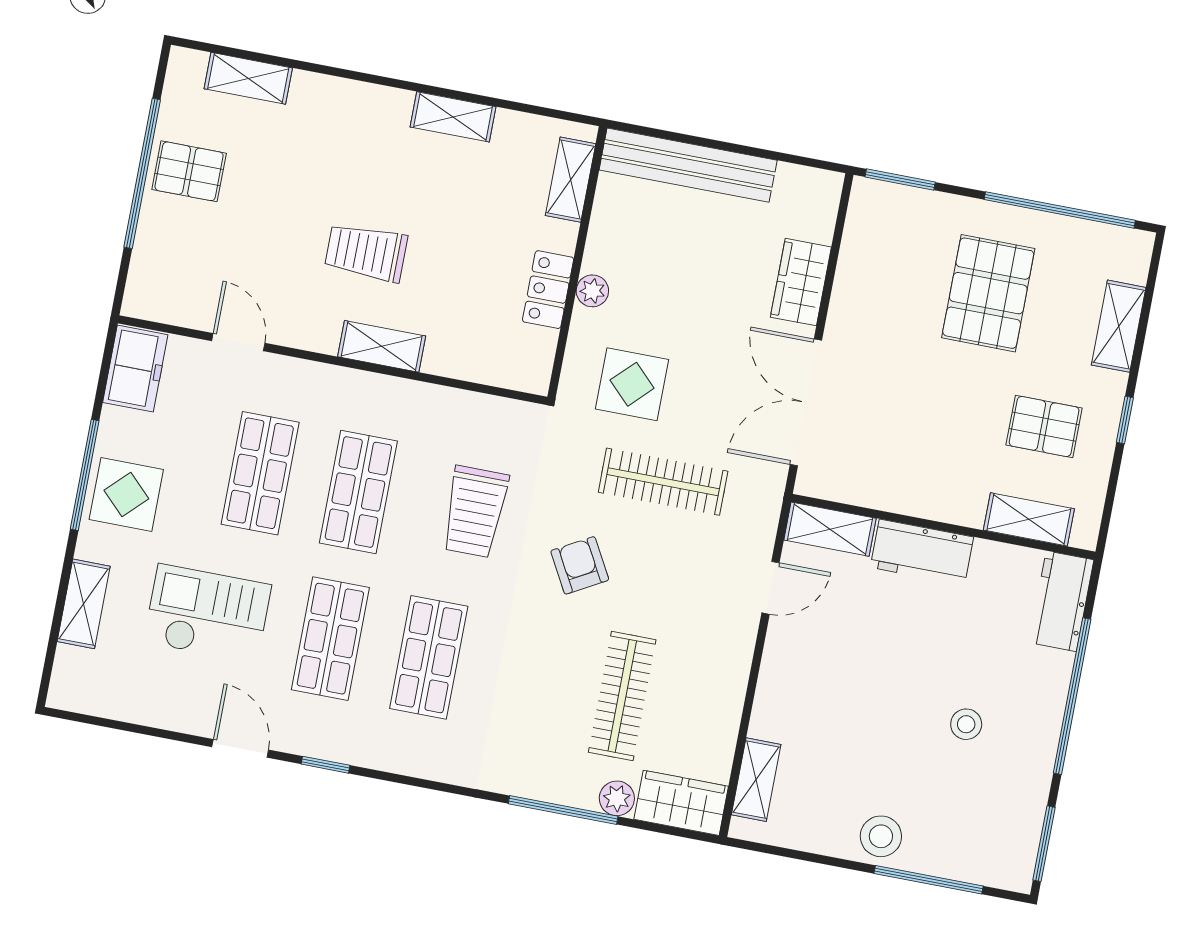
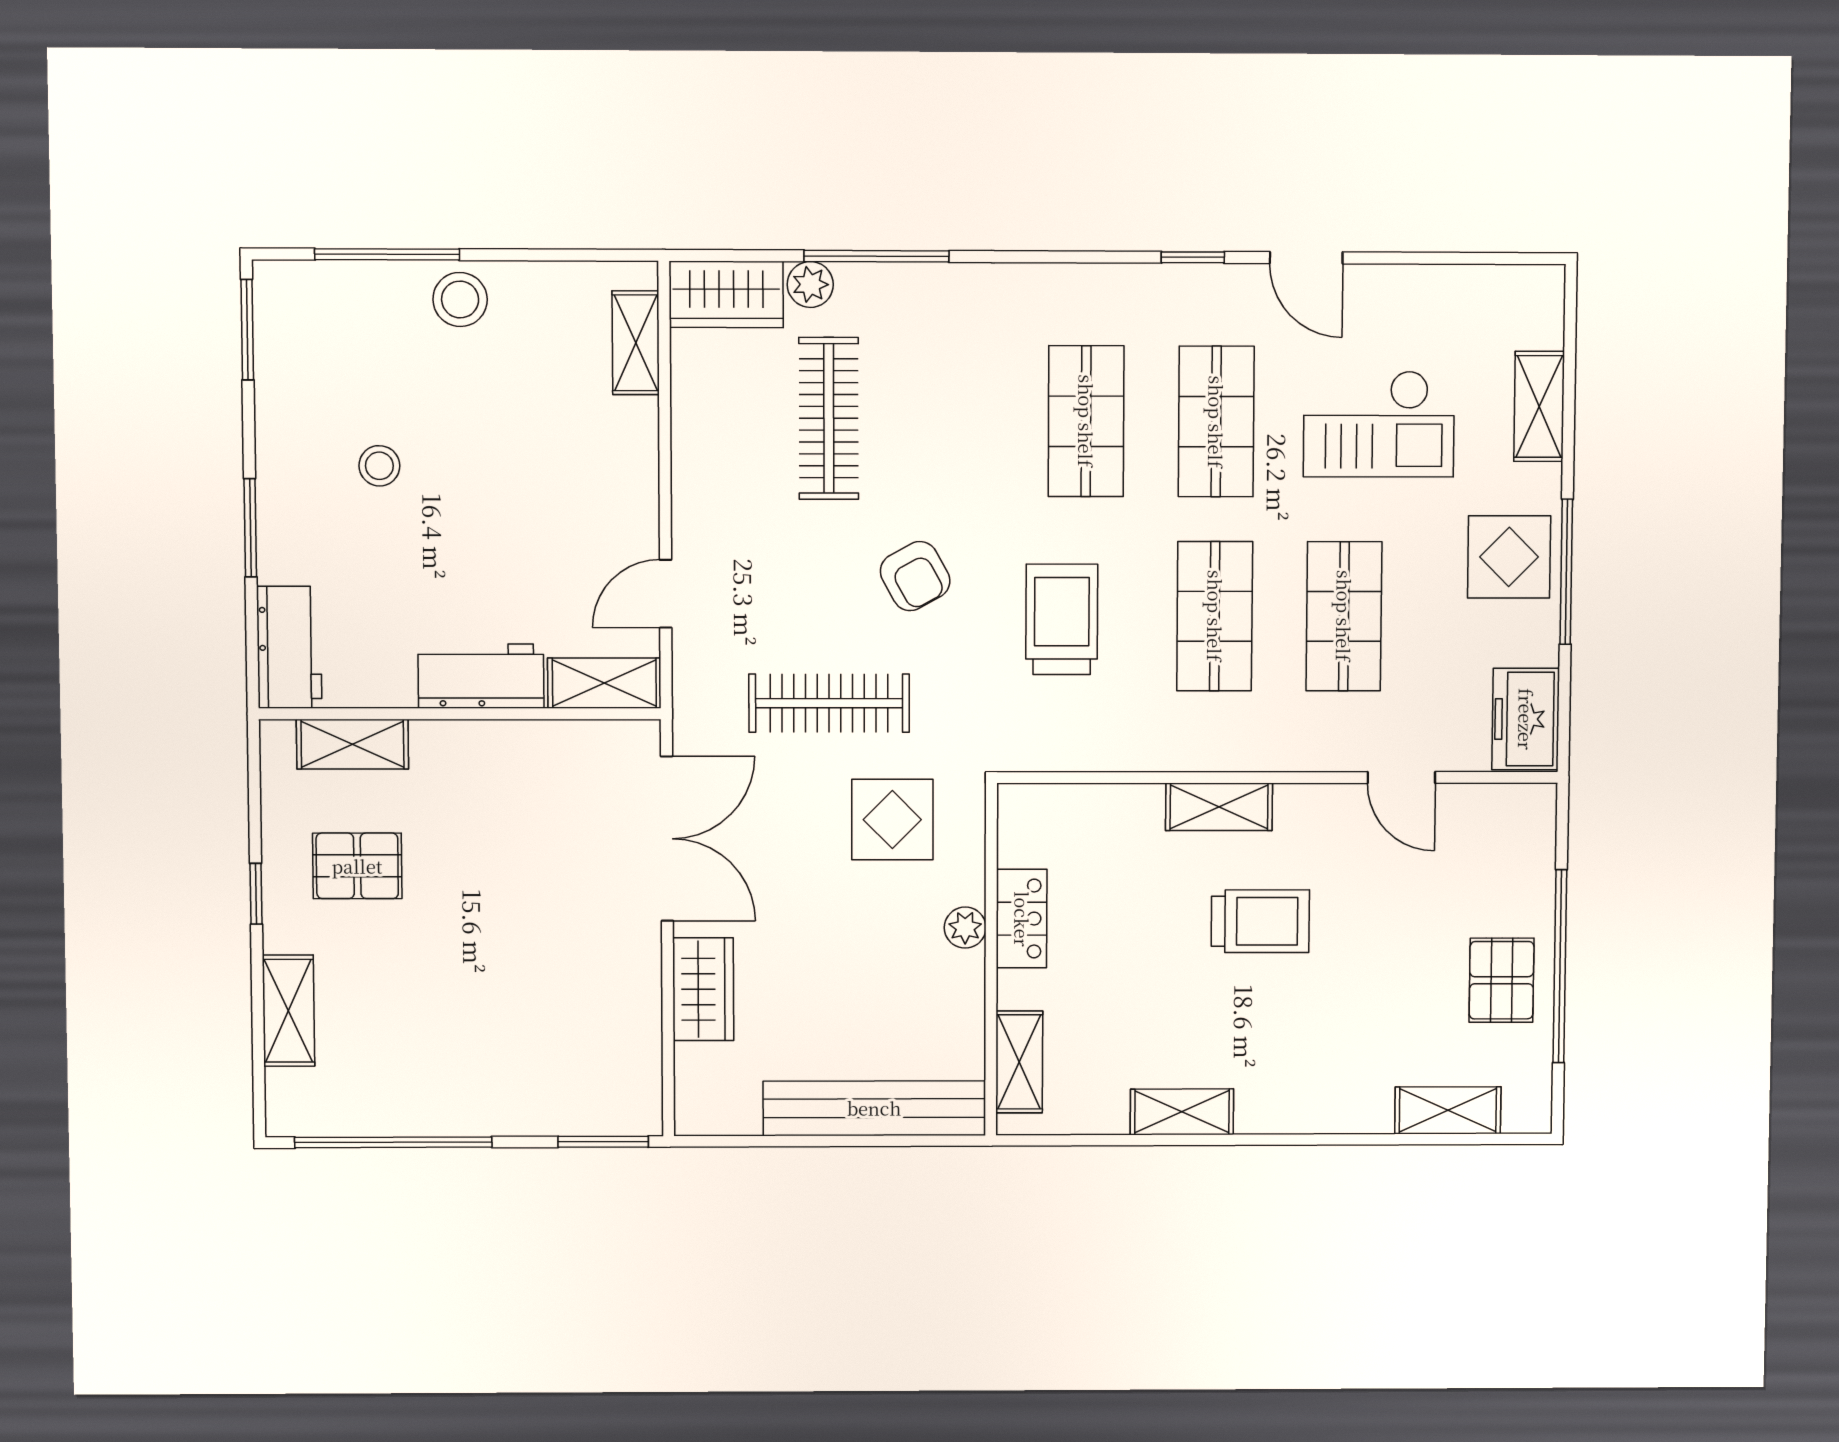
pallet: (189, 171) -> (1502, 980), turned 90
pallet: (988, 293) -> (463, 1021), removed
window: (1072, 696) -> (250, 528), width x0.47

